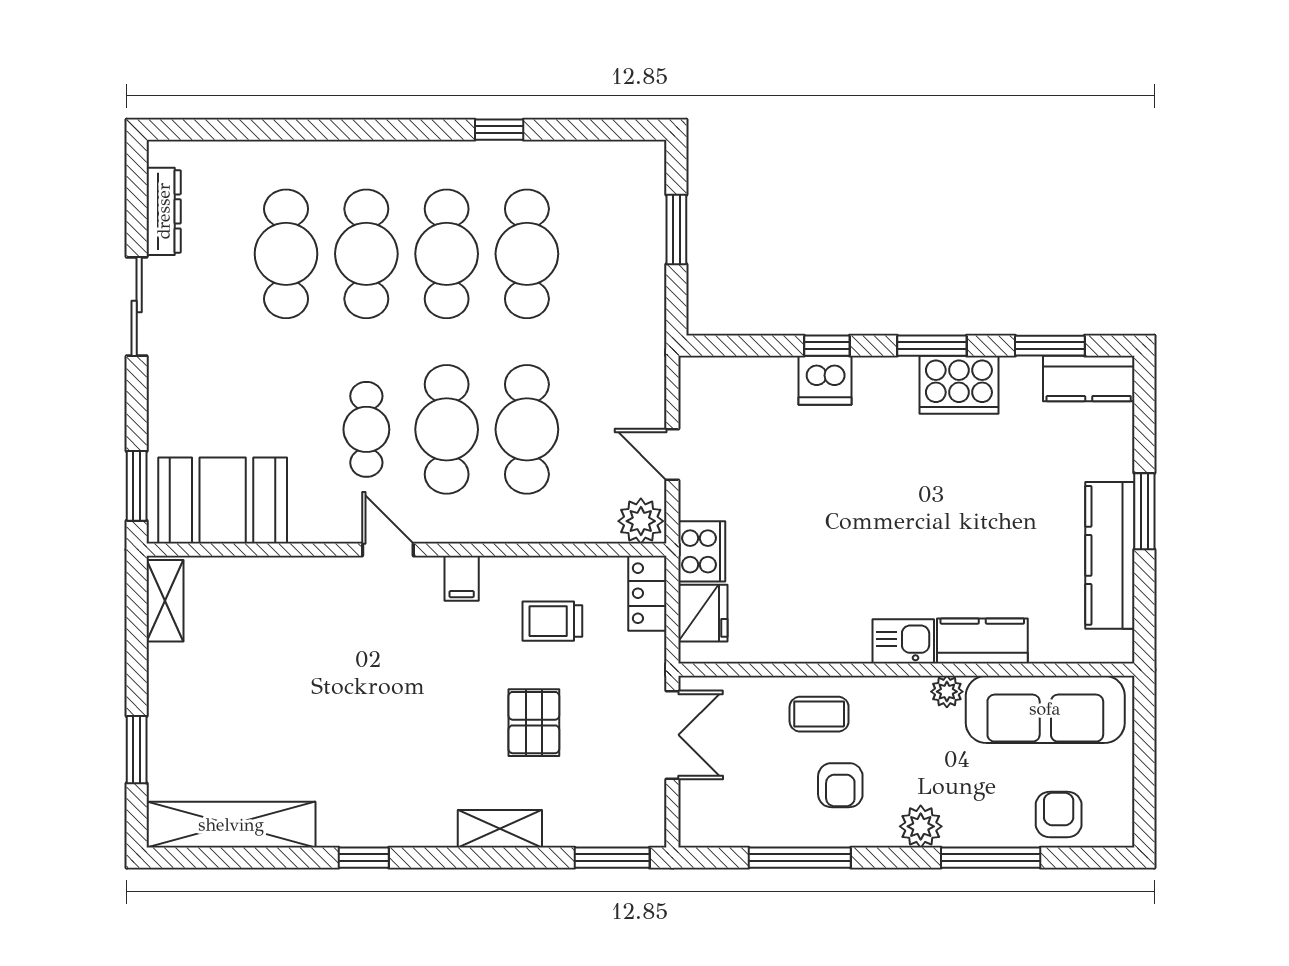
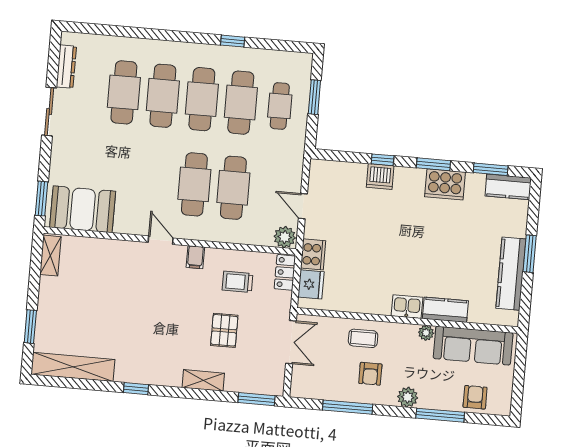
cafe table: (366, 429) -> (280, 106), moved

